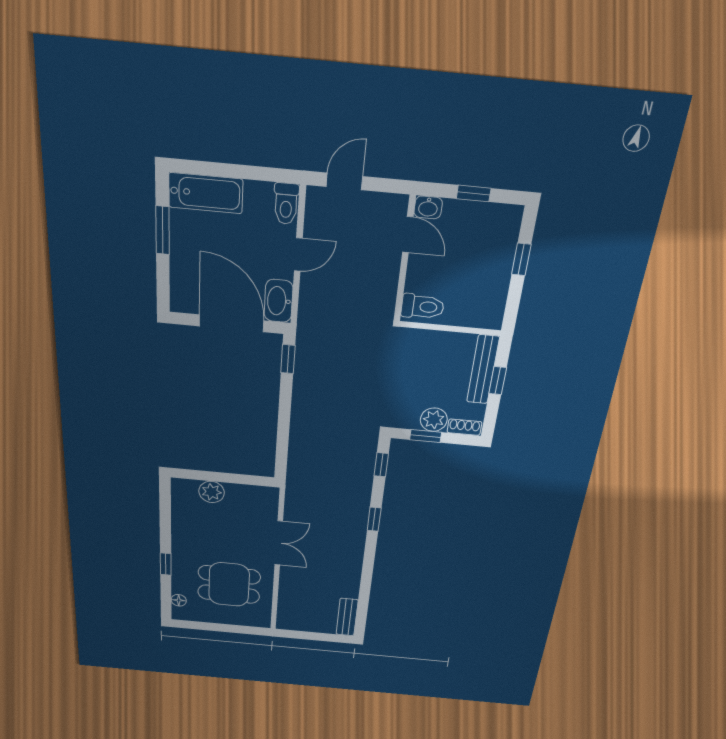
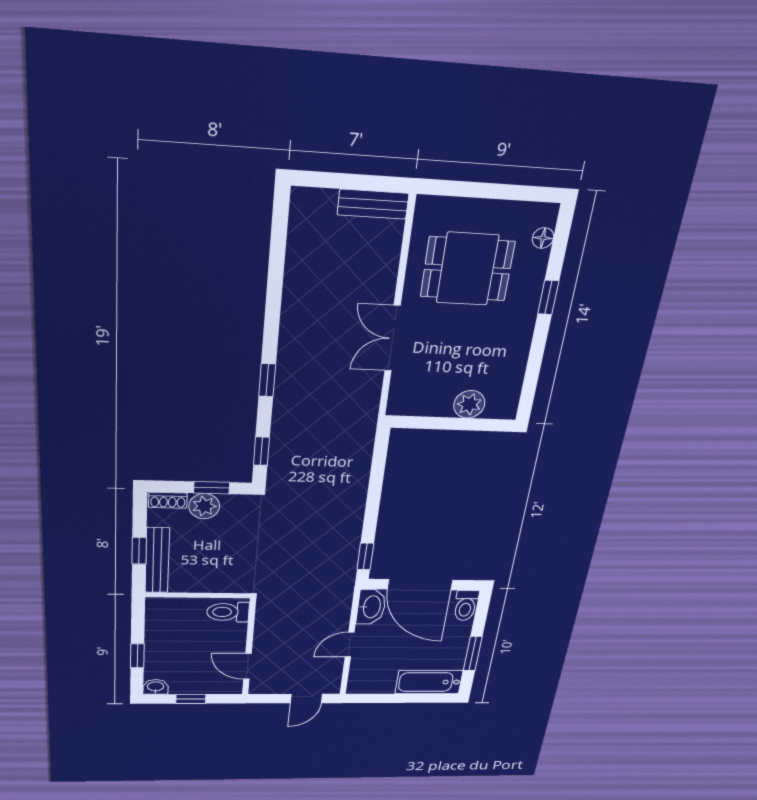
toilet: (286, 204) -> (466, 605), moved, turned 180
washbasin: (428, 207) -> (156, 687), moved
bench: (347, 617) -> (373, 204), moved, turned 90

